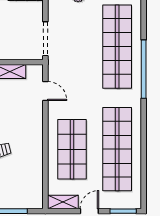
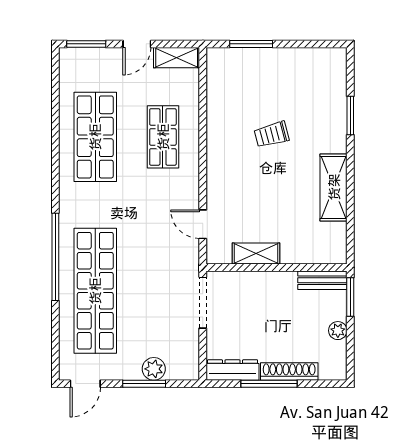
shop shelf: (72, 149) -> (163, 137), width x0.70, depth x0.74
shop shelf: (117, 149) -> (95, 137), width x0.71

